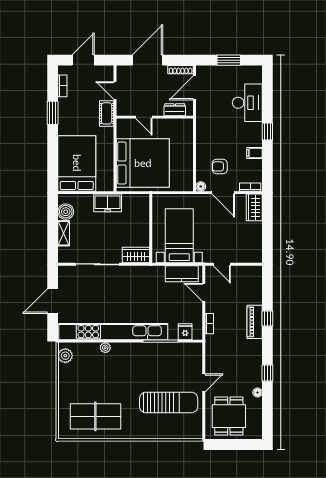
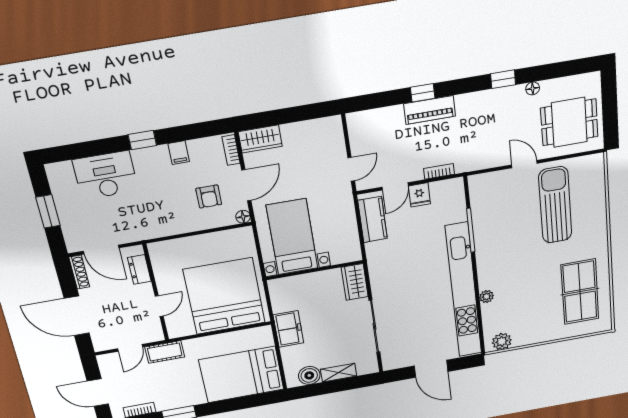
bed with nightstands: (179, 236) -> (292, 237), moved, turned 90
fridge: (185, 332) -> (419, 195), moved, turned -90

